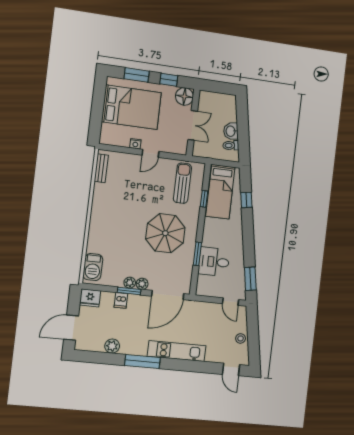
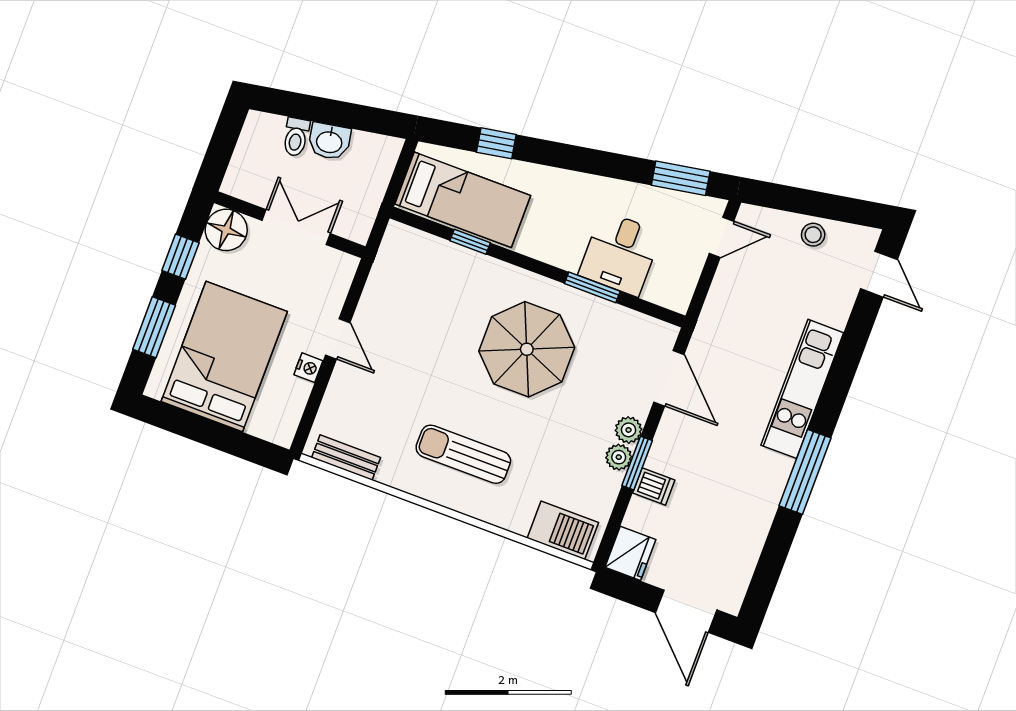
toilet: (231, 145) -> (296, 137), moved
sun lounger: (182, 183) -> (463, 454), moved
door: (168, 295) -> (669, 378), width x0.73
plant: (112, 346) -> (752, 531), removed
door: (231, 369) -> (879, 274), hinge flipped

